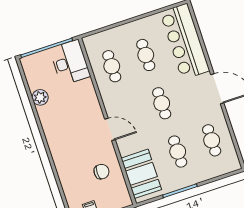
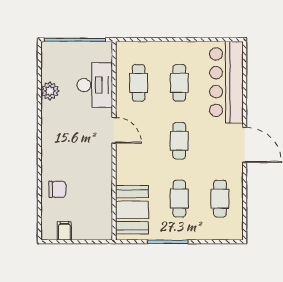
desk: (70, 62) -> (95, 85), moved
door: (110, 129) -> (114, 130), moved
chair: (101, 172) -> (57, 189), moved

